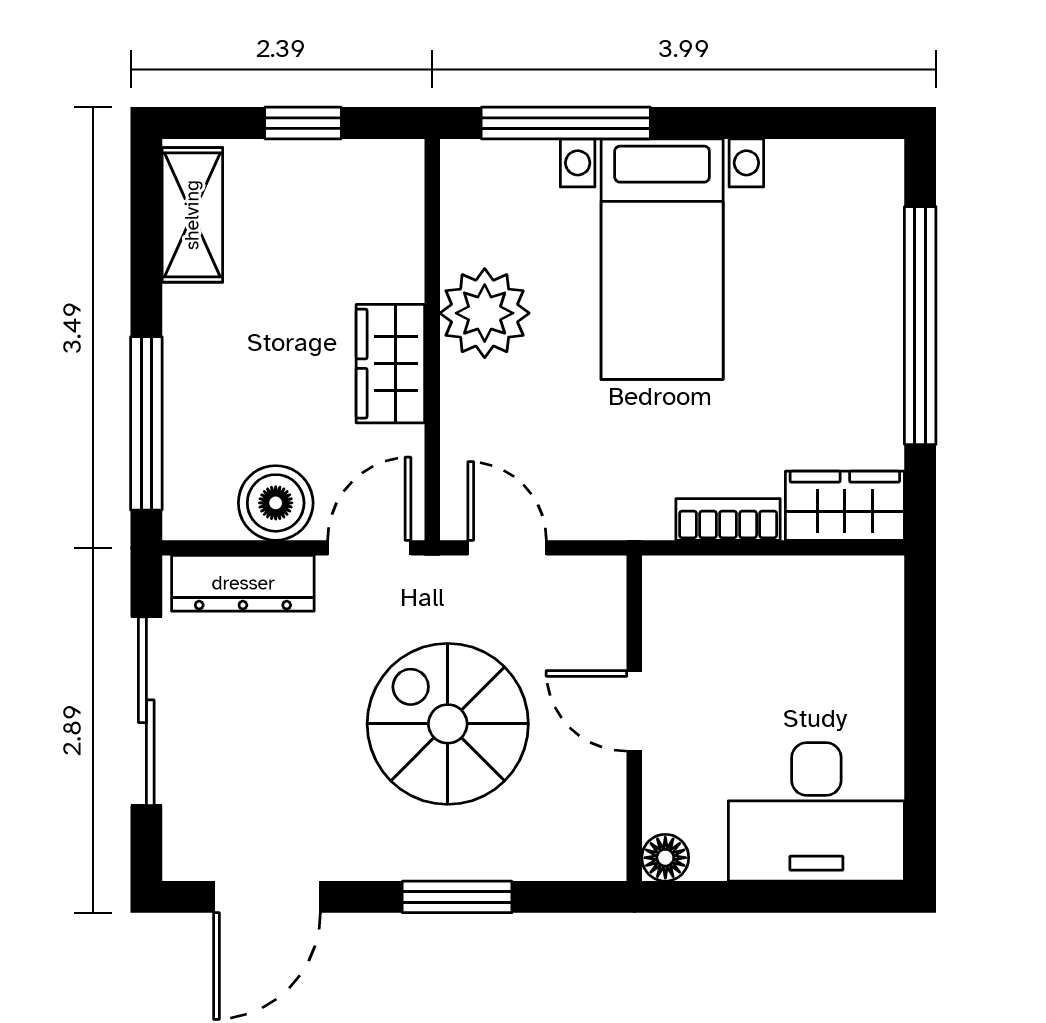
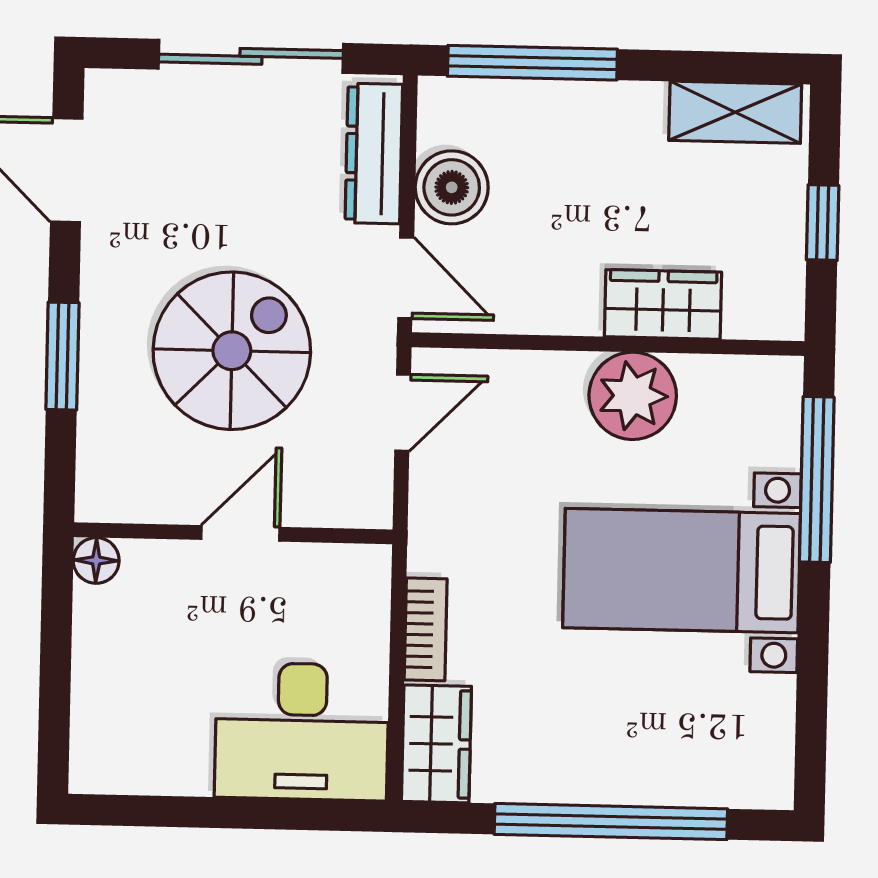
wardrobe: (390, 364) -> (663, 304), moved
desk: (816, 812) -> (302, 731), moved, turned -90

